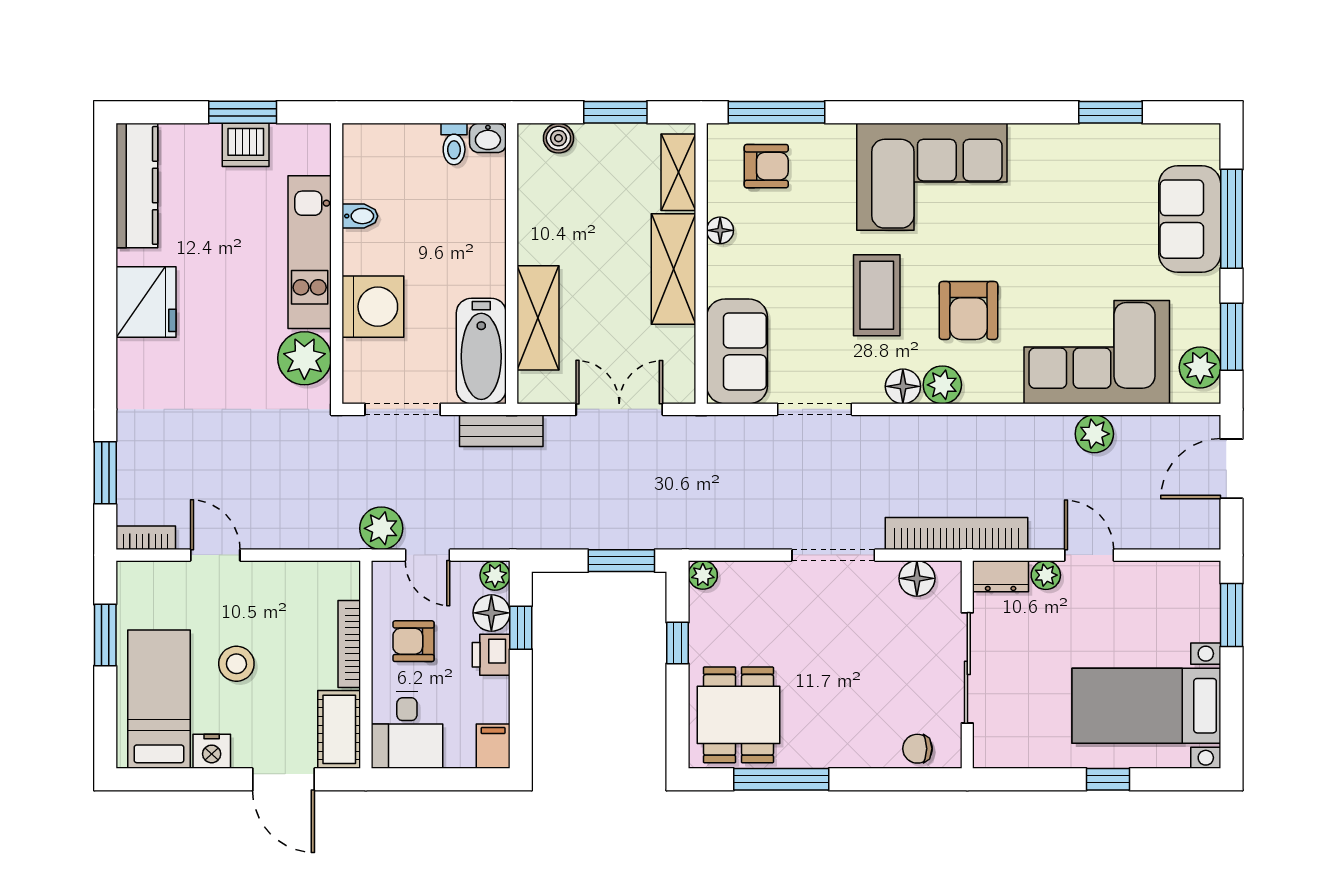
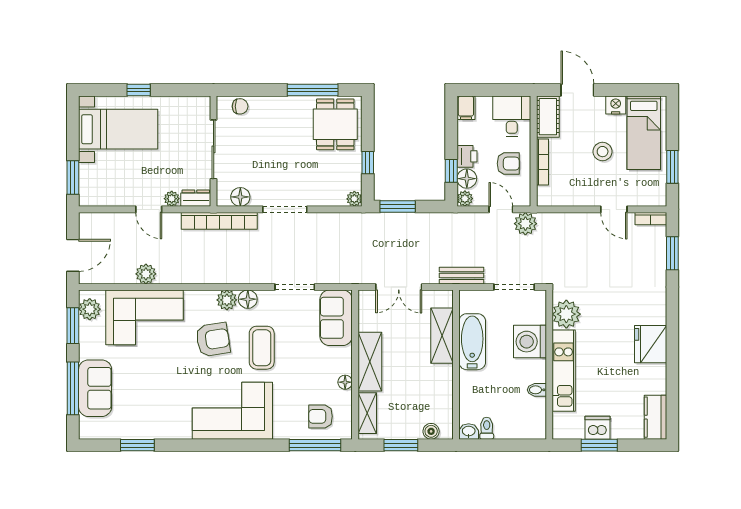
kitchen counter: (137, 185) -> (655, 417), width x0.67
armchair: (968, 311) -> (213, 340), turned 81
bathtub: (481, 351) -> (472, 342), moved

